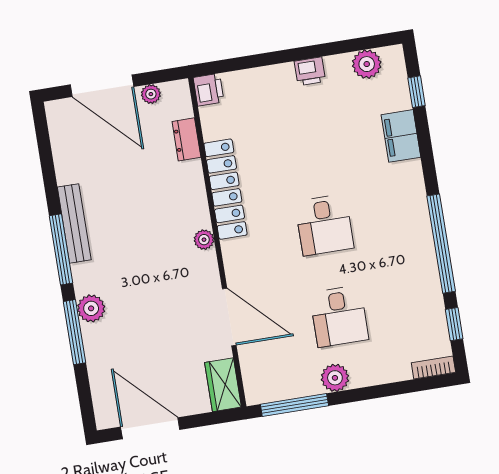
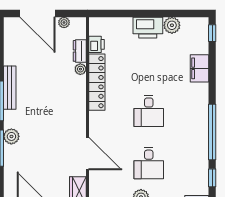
plant: (367, 64) -> (172, 25), moved
printer: (310, 71) -> (148, 28), width x1.87, depth x1.48
printer: (209, 90) -> (96, 44), moved
window: (417, 92) -> (212, 33), moved
plant: (204, 240) -> (80, 69), moved

